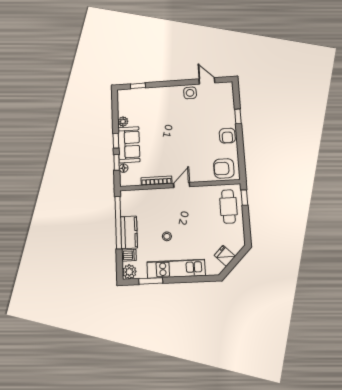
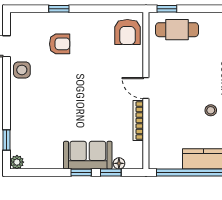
plant: (123, 122) -> (17, 162), moved
armchair: (227, 136) -> (60, 44), moved

